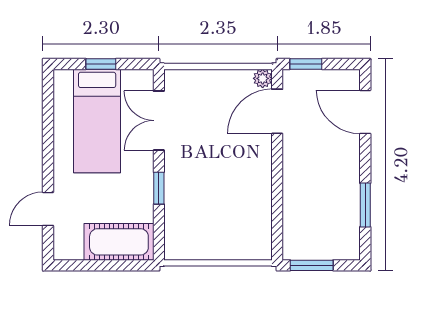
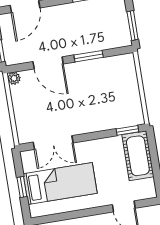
door: (277, 111) -> (48, 63), moved
window: (159, 188) -> (127, 130), moved
window: (277, 193) -> (89, 56), added

